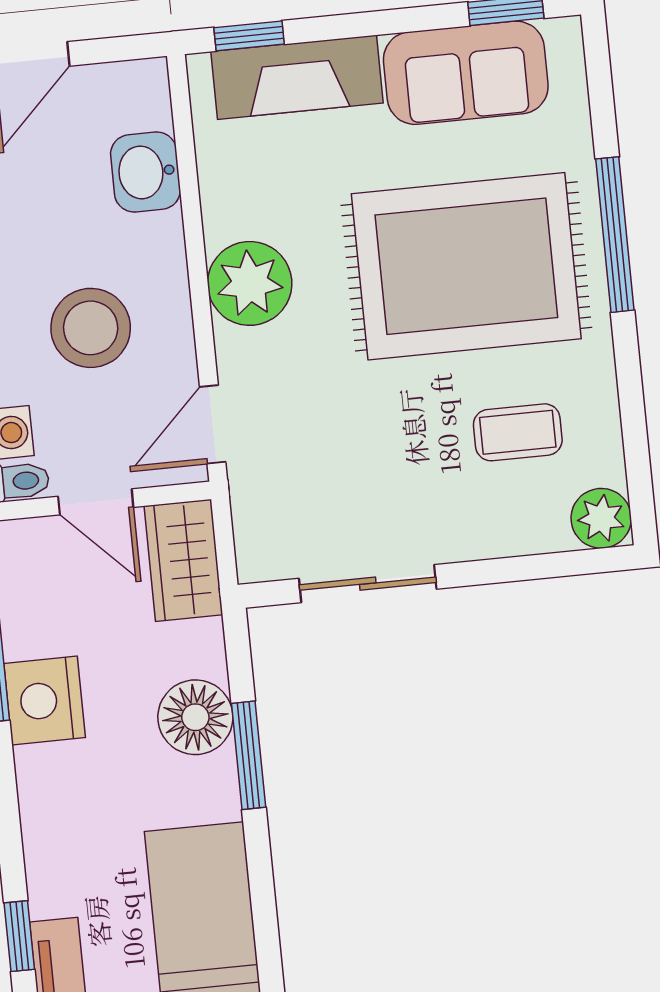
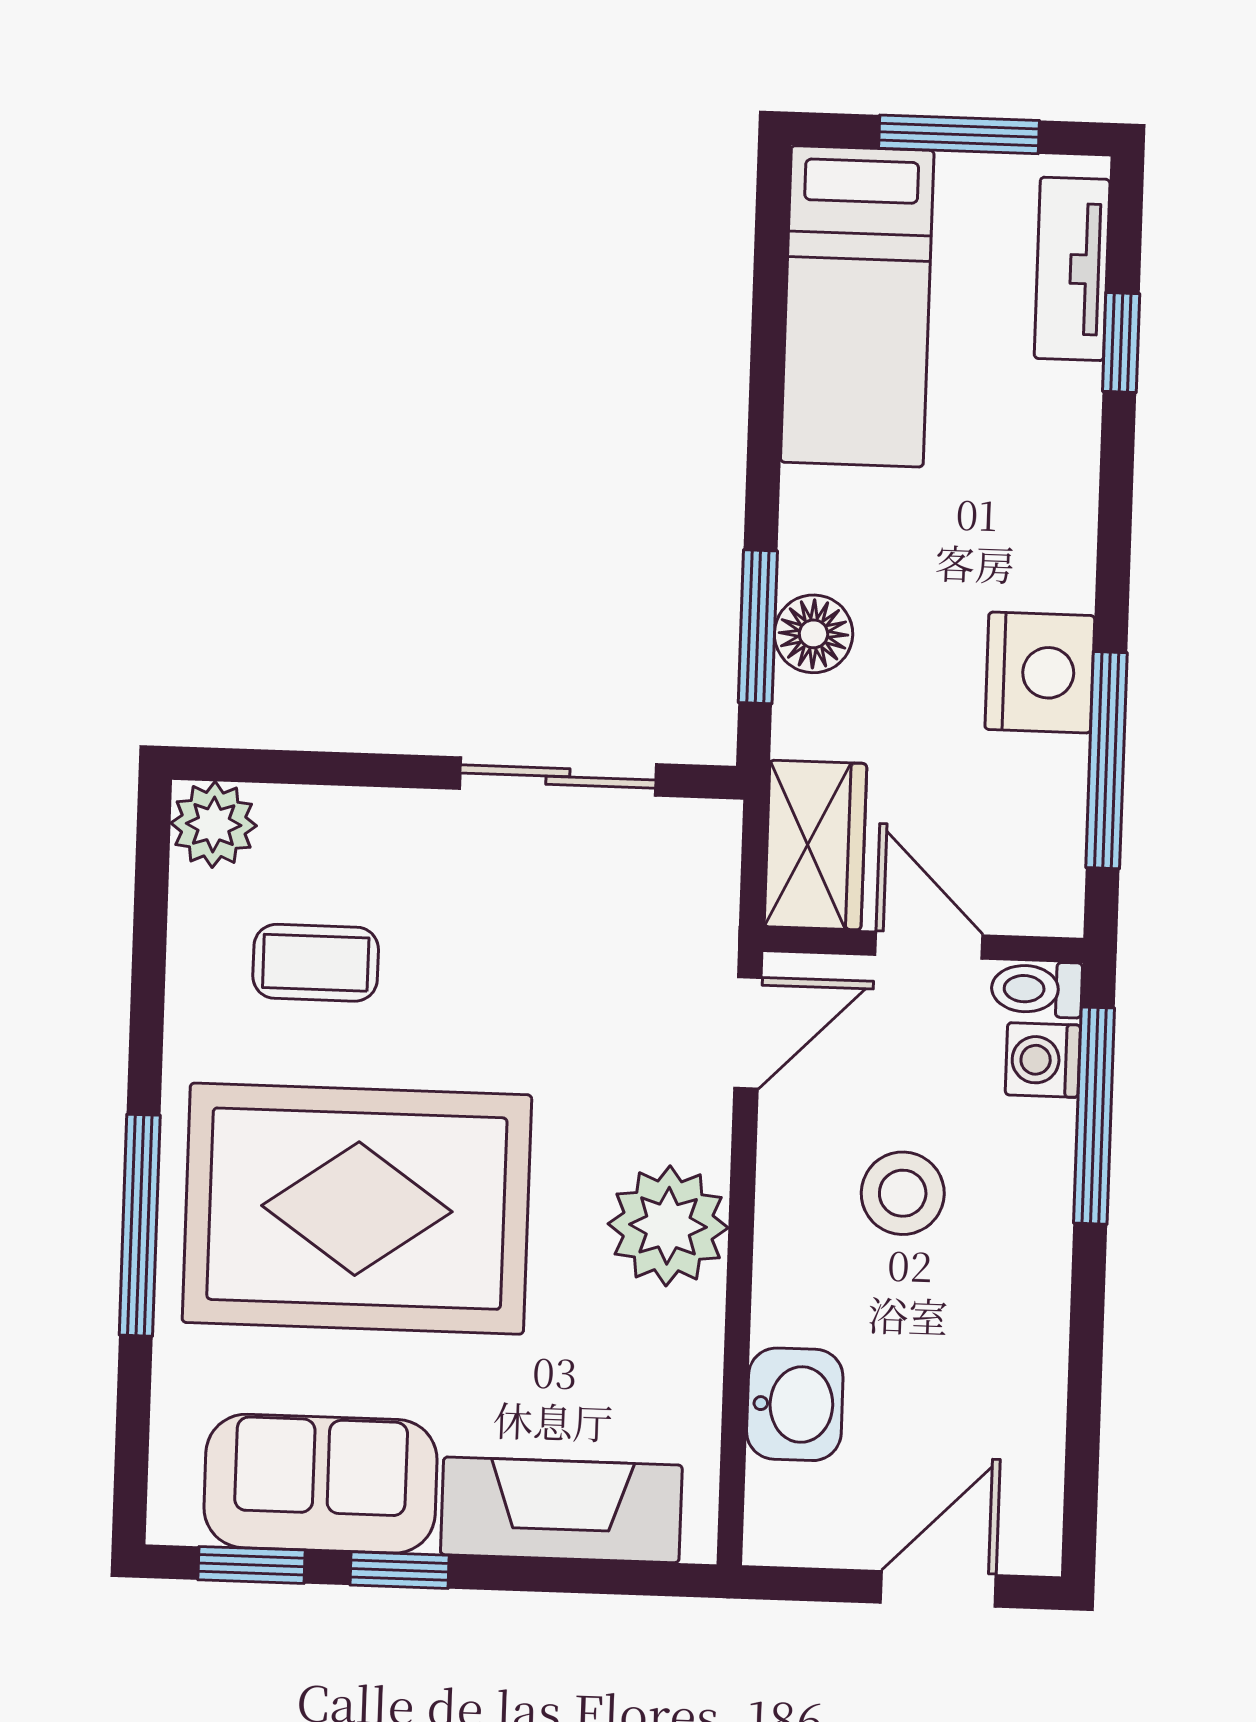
window: (249, 36) -> (400, 1570), moved
stool: (91, 328) -> (903, 1193), width x0.73, depth x0.73
floor lamp: (195, 717) -> (813, 634), width x0.73, depth x0.73
window: (249, 755) -> (758, 627), moved

